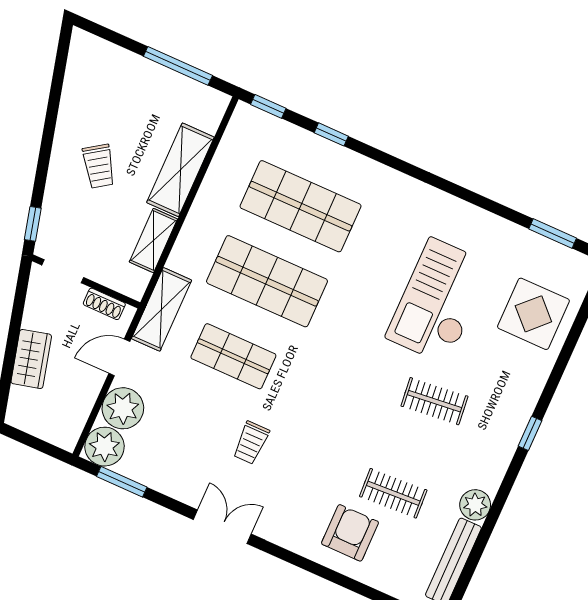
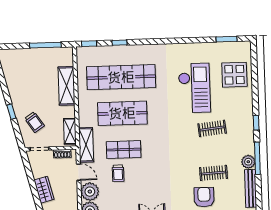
trolley: (99, 166) -> (34, 122), moved
shop shelf: (301, 206) -> (121, 77), width x1.40
window: (33, 224) -> (11, 112), moved
shelving: (153, 240) -> (70, 131), moved
checkout: (439, 301) -> (194, 88), turned 180
door: (119, 357) -> (79, 172), swing flipped
trolley: (251, 443) -> (118, 173), moved
window: (497, 507) -> (257, 158), added

